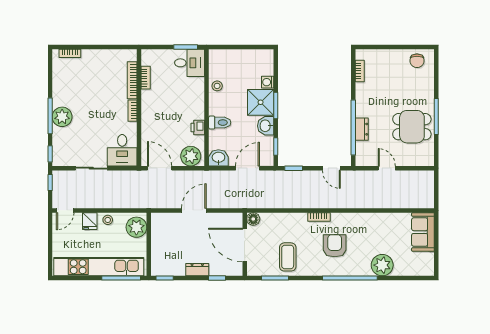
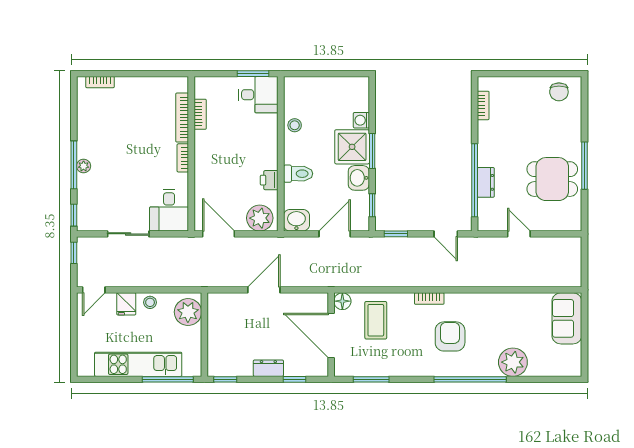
plant: (62, 117) -> (84, 166), width x0.53, depth x0.53
coffee table: (288, 257) -> (376, 320), moved
kitchen unit: (99, 267) -> (138, 364), width x0.73

